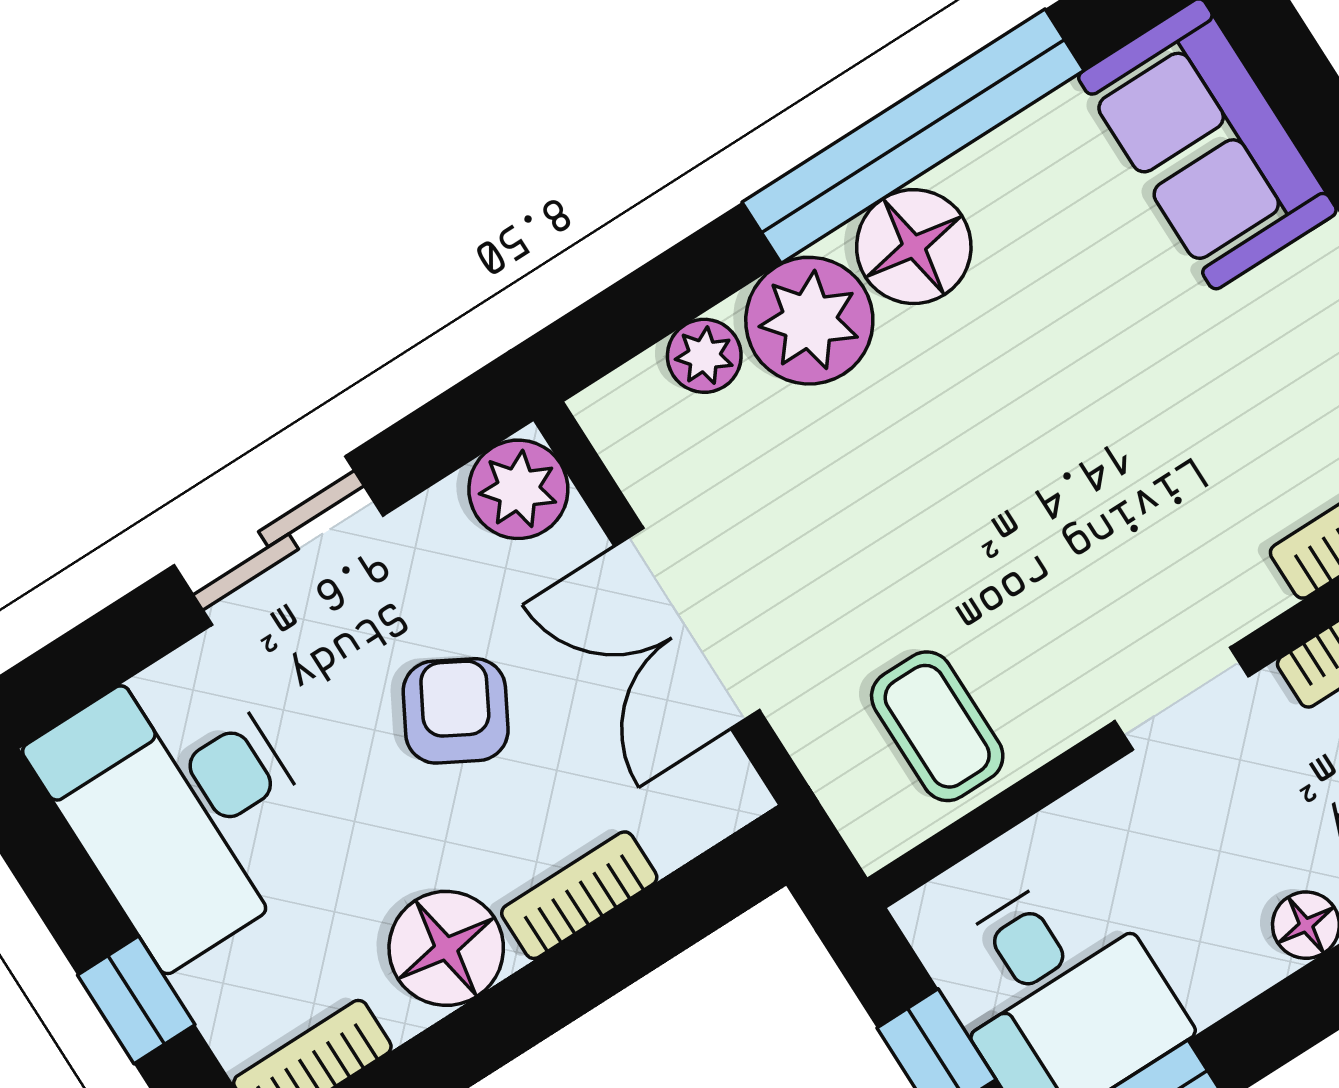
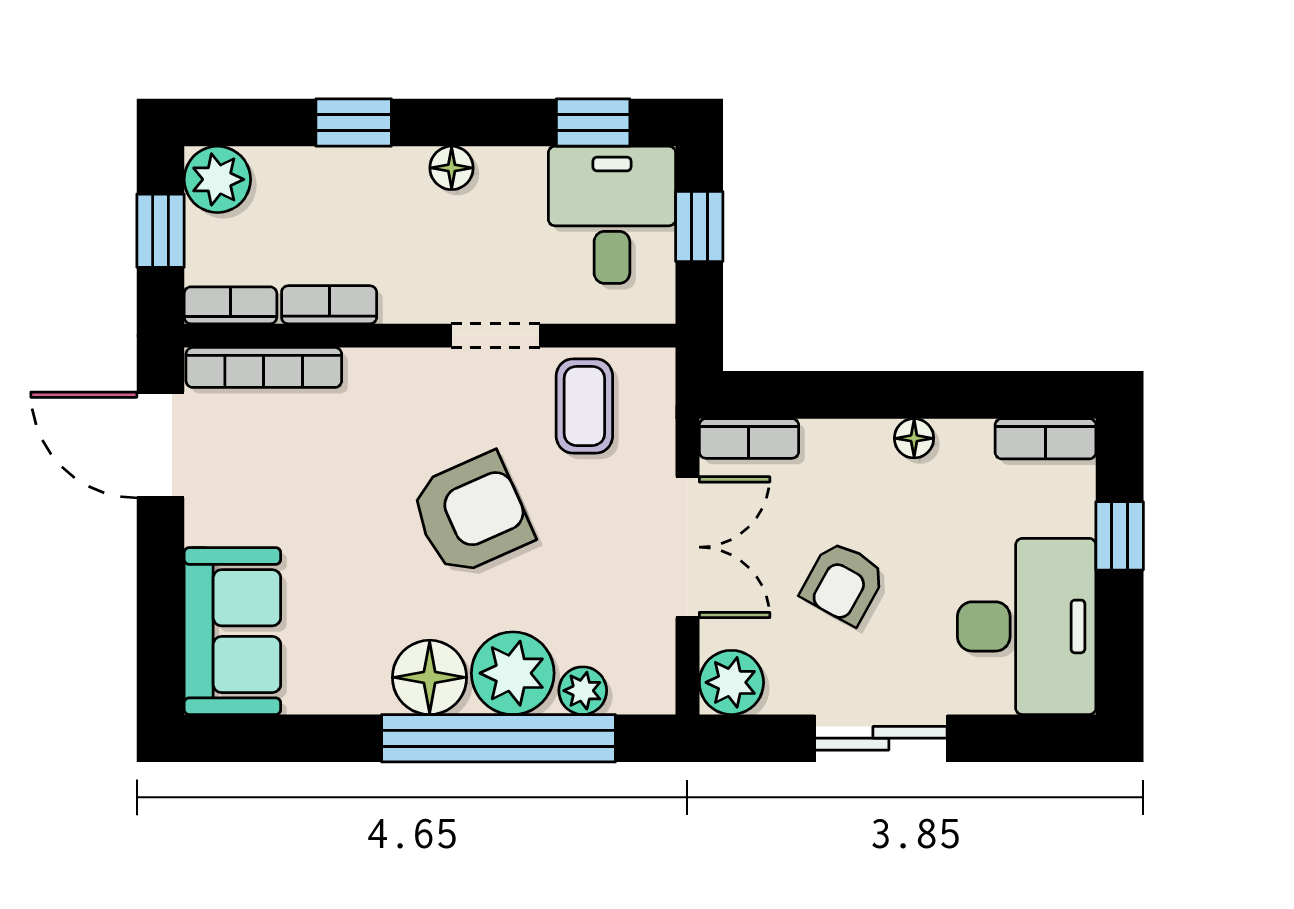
window: (913, 136) -> (499, 738), moved
armchair: (994, 492) -> (471, 514), added
doorway: (1182, 699) -> (495, 336), moved
bookcase: (579, 895) -> (749, 438), moved
floor lamp: (446, 948) -> (914, 438), width x0.53, depth x0.53

